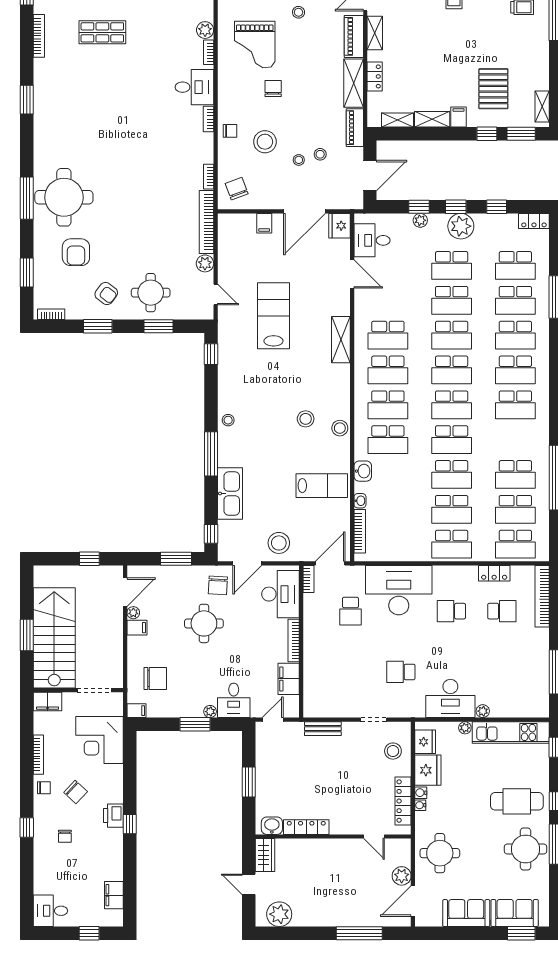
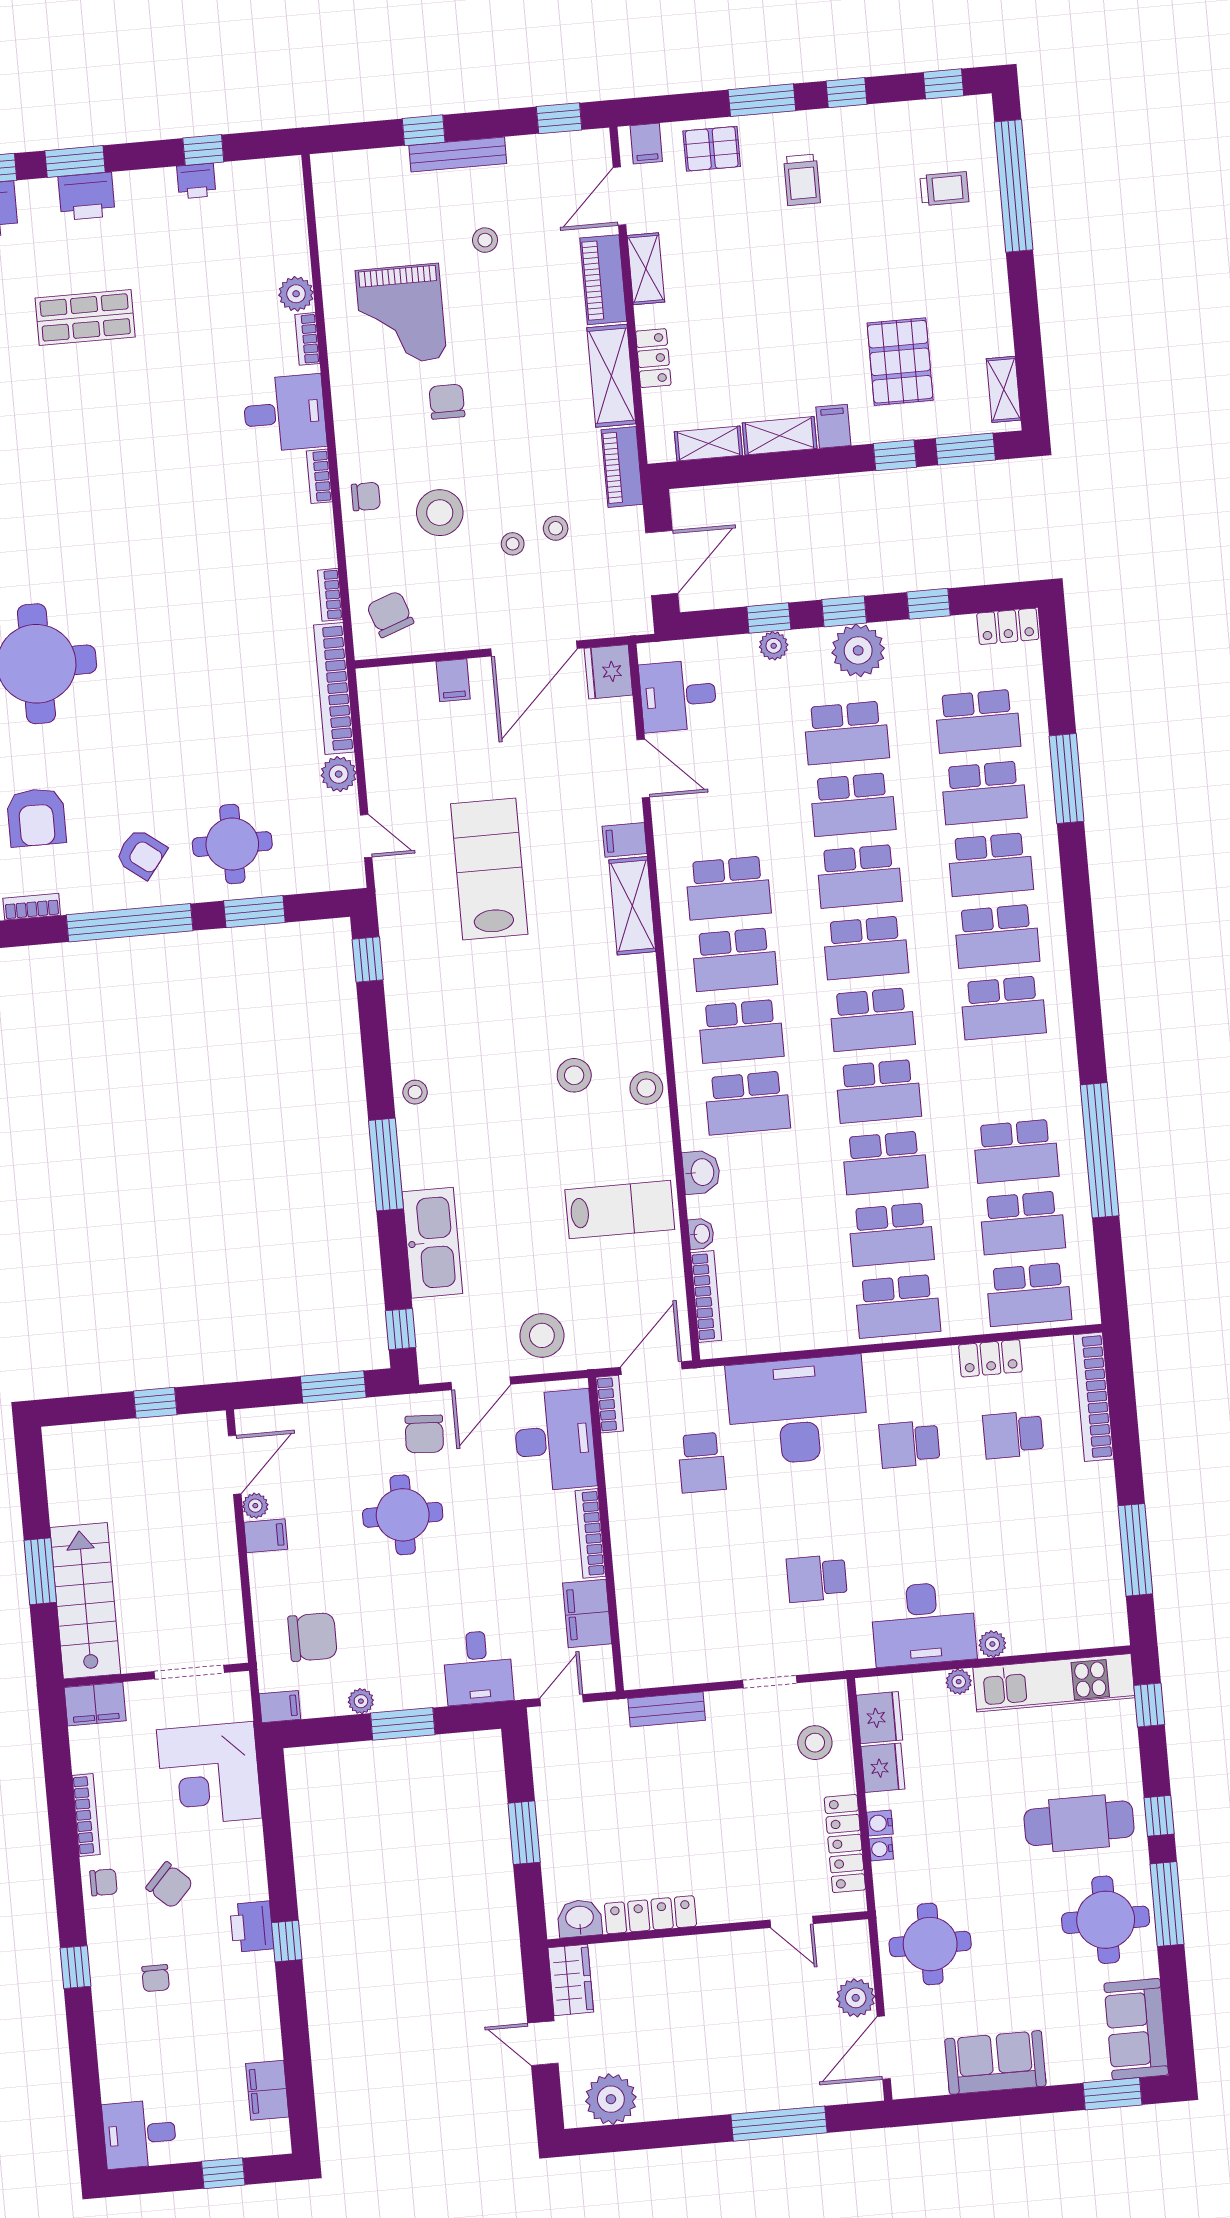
armchair: (76, 252) -> (36, 817), moved
filing cabinet: (340, 308) -> (625, 840), added
window: (98, 326) -> (130, 923), width x2.11
school desk: (502, 611) -> (1013, 1435), turned 180
stairs: (54, 638) -> (85, 1601), width x0.73, depth x0.66
plant: (210, 712) -> (361, 1701), moved
fridge: (428, 770) -> (883, 1768), width x0.73, depth x0.75
sofa: (515, 913) -> (1136, 2029), moved, turned -90

